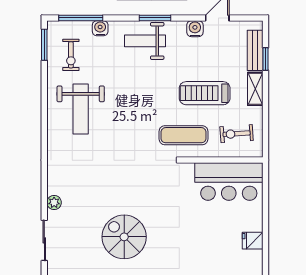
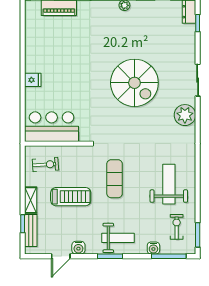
exercise mat: (183, 135) -> (115, 179), moved, turned 90
plant: (54, 203) -> (185, 115), width x1.87, depth x1.87
spiral stairs: (124, 237) -> (134, 83), width x1.37, depth x1.37

